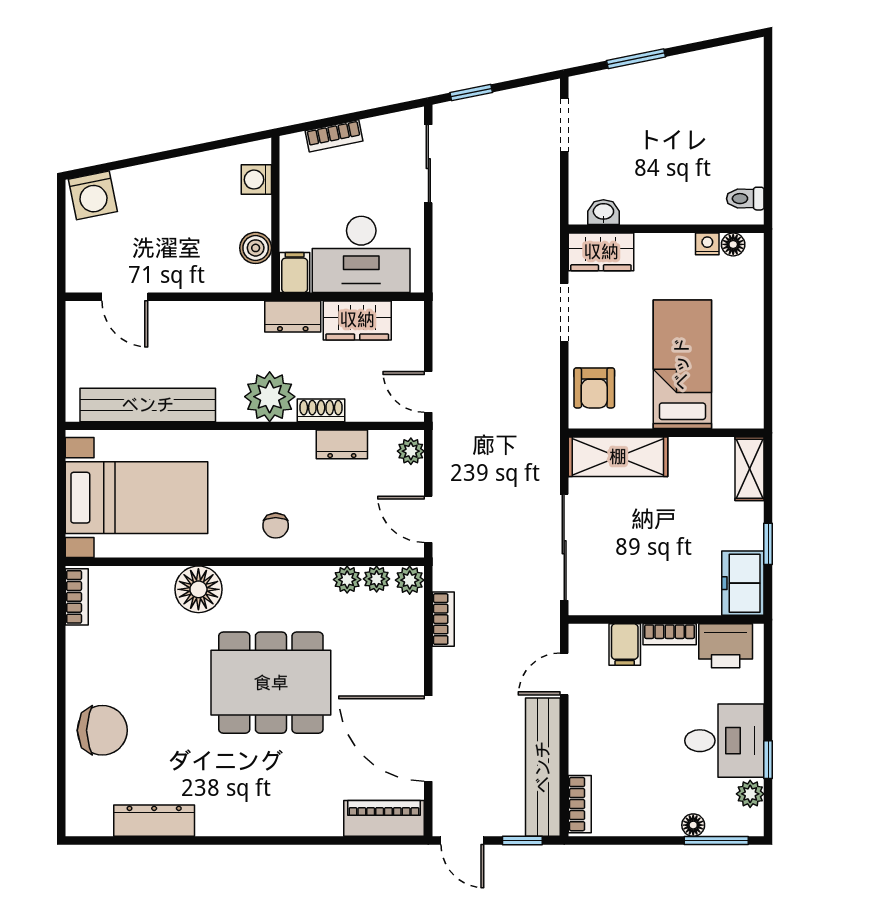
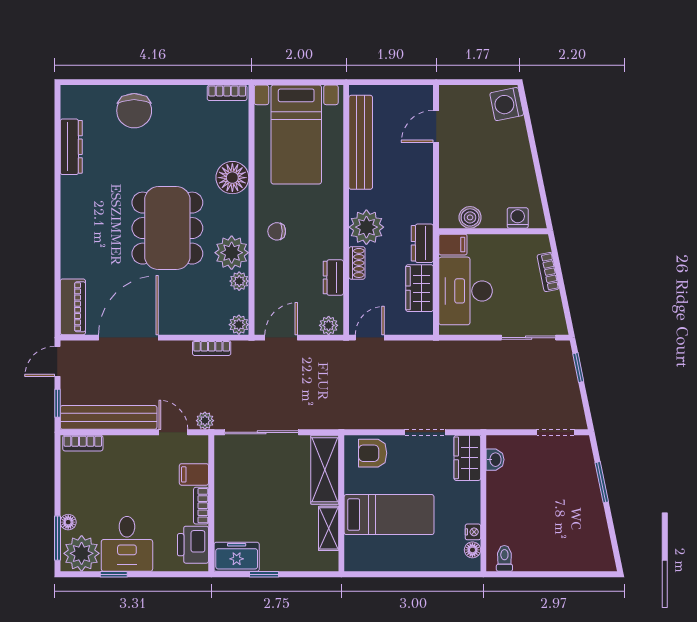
shelving: (750, 469) -> (329, 528), moved, turned 90
plant: (377, 579) -> (232, 253), moved, width x1.88, depth x1.88
plant: (547, 629) -> (205, 421), added
plant: (750, 794) -> (82, 553), width x1.88, depth x1.88

